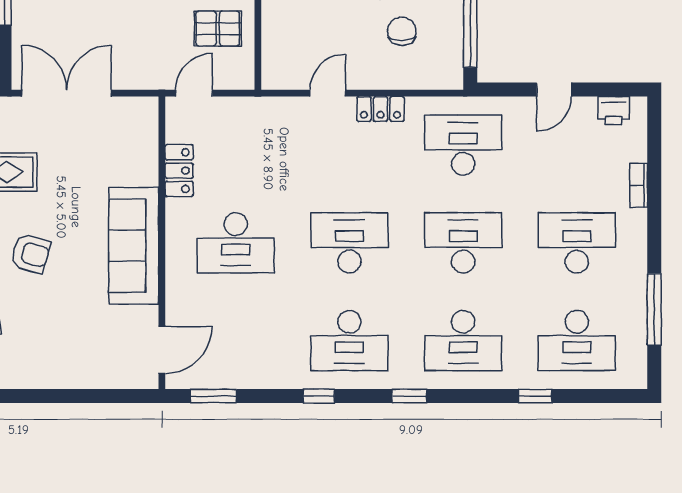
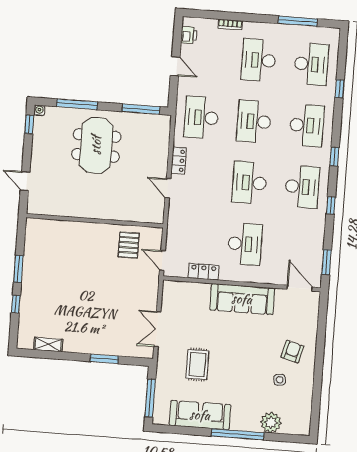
chair: (402, 31) -> (138, 146), removed
double door: (67, 93) -> (157, 329), width x0.73
armchair: (30, 254) -> (292, 352), moved

